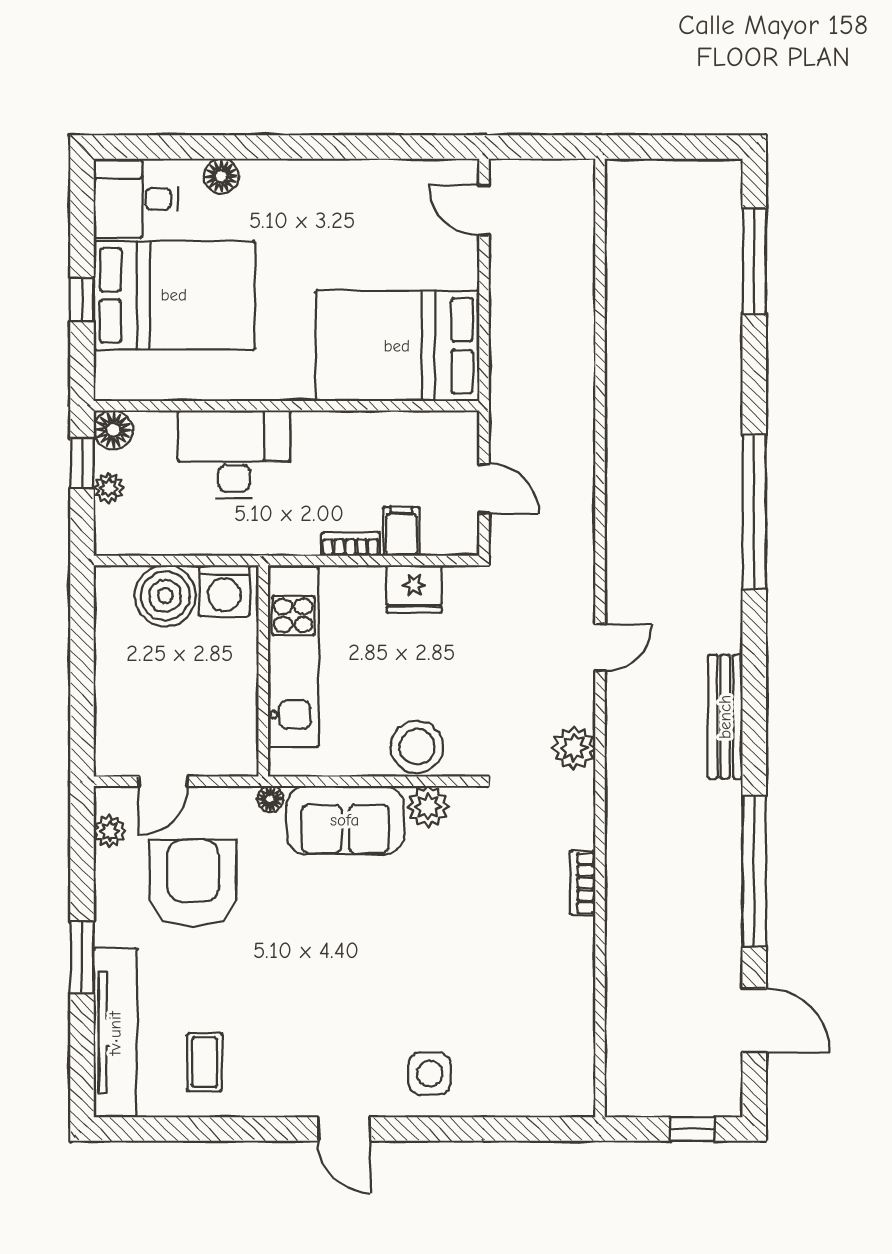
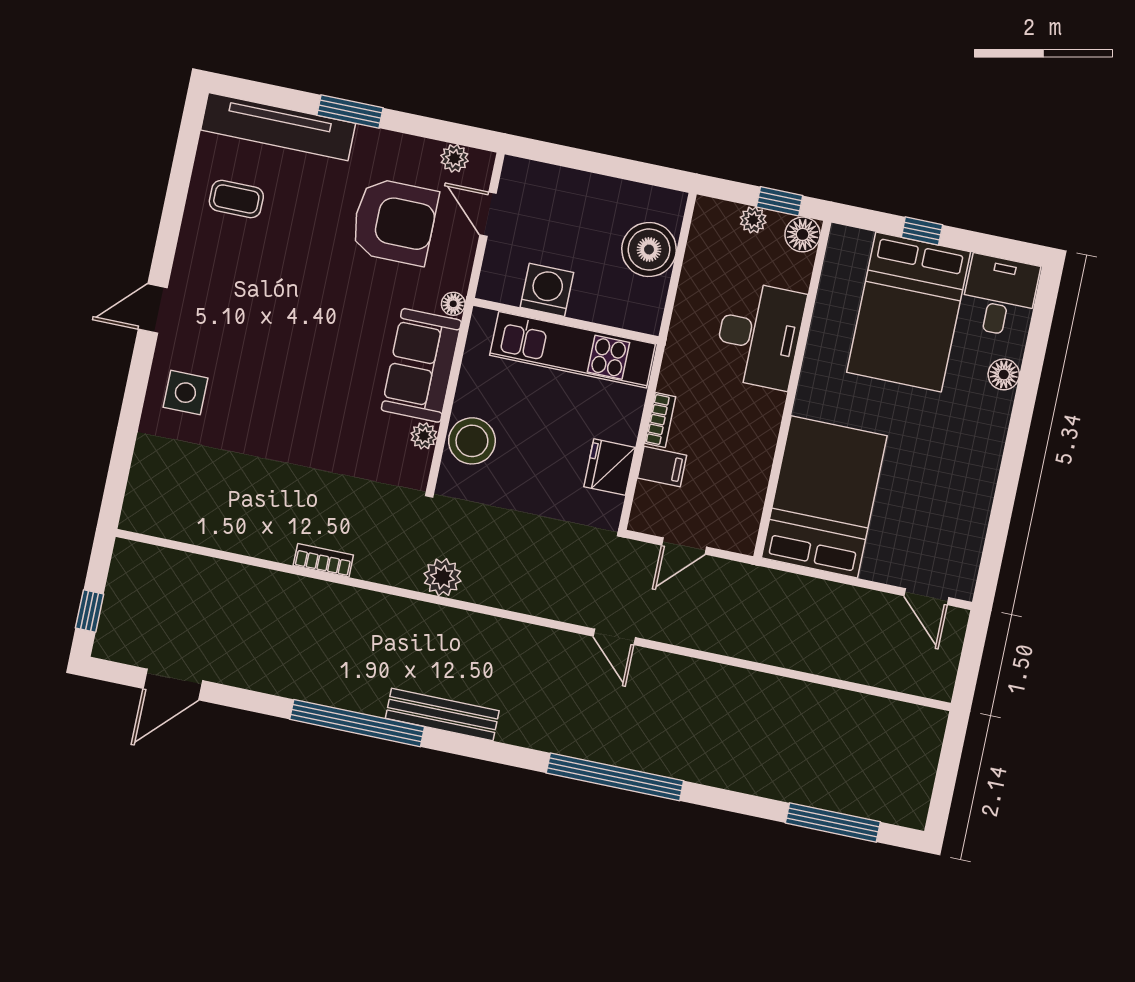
door: (484, 210) -> (926, 597), swing flipped
washing machine: (224, 591) -> (547, 290), moved, turned 90
door: (600, 648) -> (614, 637), moved
plant: (428, 807) -> (424, 436), width x0.73, depth x0.73
window: (754, 871) -> (357, 723), moved

